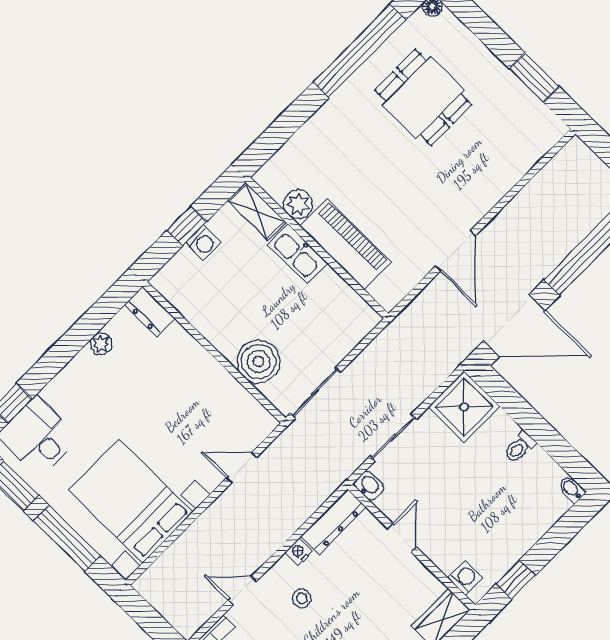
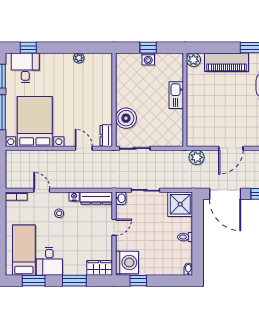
plant: (298, 204) -> (193, 60), moved
shelving: (257, 211) -> (177, 67), removed
piano: (346, 244) -> (226, 62), moved, turned 90
dresser: (150, 312) -> (106, 136), moved
plant: (419, 314) -> (197, 157), added
washing machine: (465, 578) -> (127, 262), width x1.89, depth x1.89

